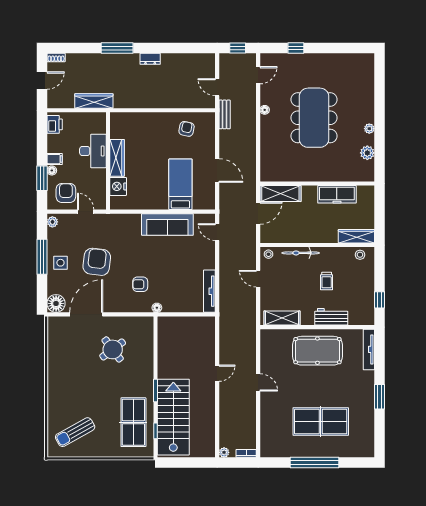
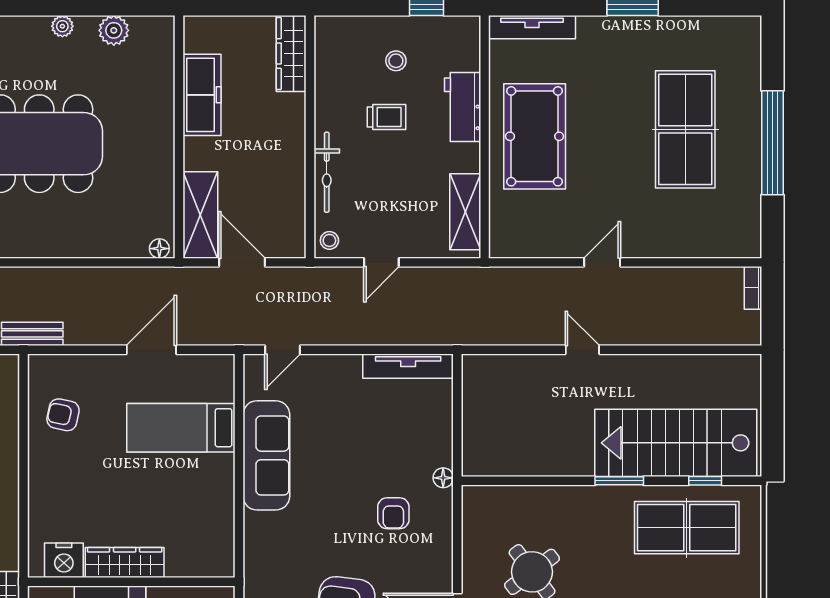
floor lamp: (265, 110) -> (159, 249), moved
nightstand: (118, 186) -> (64, 560), moved
stool: (360, 255) -> (396, 61), moved
plant: (224, 452) -> (751, 335), removed

